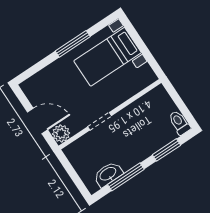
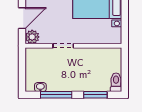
door: (38, 121) -> (22, 18), hinge flipped
washbasin: (108, 174) -> (40, 87), width x0.52, depth x0.69

